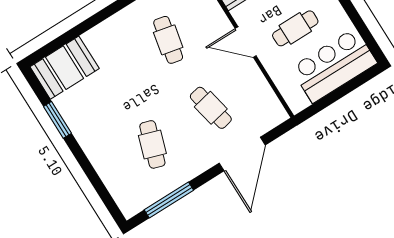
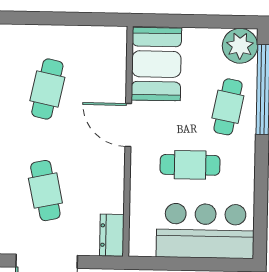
door: (246, 42) -> (128, 125), moved
dresser: (274, 109) -> (112, 235), added

